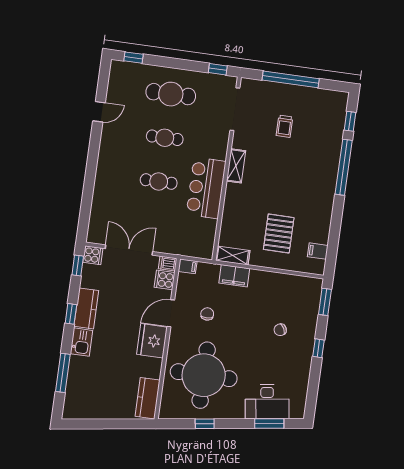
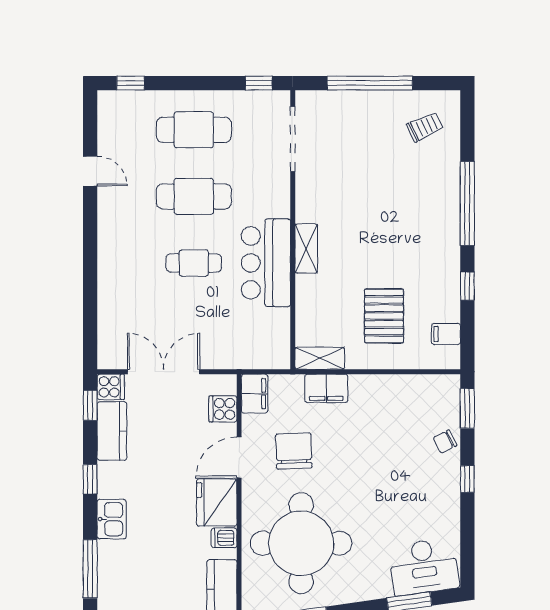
door: (99, 112) -> (90, 171), hinge flipped
window: (350, 121) -> (467, 286), moved
trolley: (284, 126) -> (425, 127), moved, turned -115
cafe table: (165, 138) -> (194, 196), width x1.37, depth x1.35
shelving: (236, 166) -> (306, 249), moved
dishwasher: (168, 264) -> (224, 538), moved
filing cabinet: (188, 266) -> (255, 394), width x2.00
kitchen counter: (86, 308) -> (112, 431), moved
chair: (207, 314) -> (294, 451), width x1.87, depth x1.87
chair: (280, 330) -> (445, 442), moved
desk: (267, 402) -> (424, 567), moved

